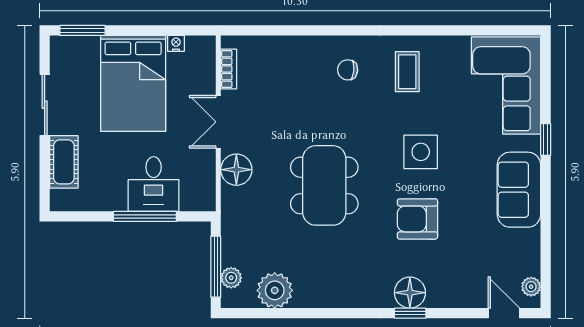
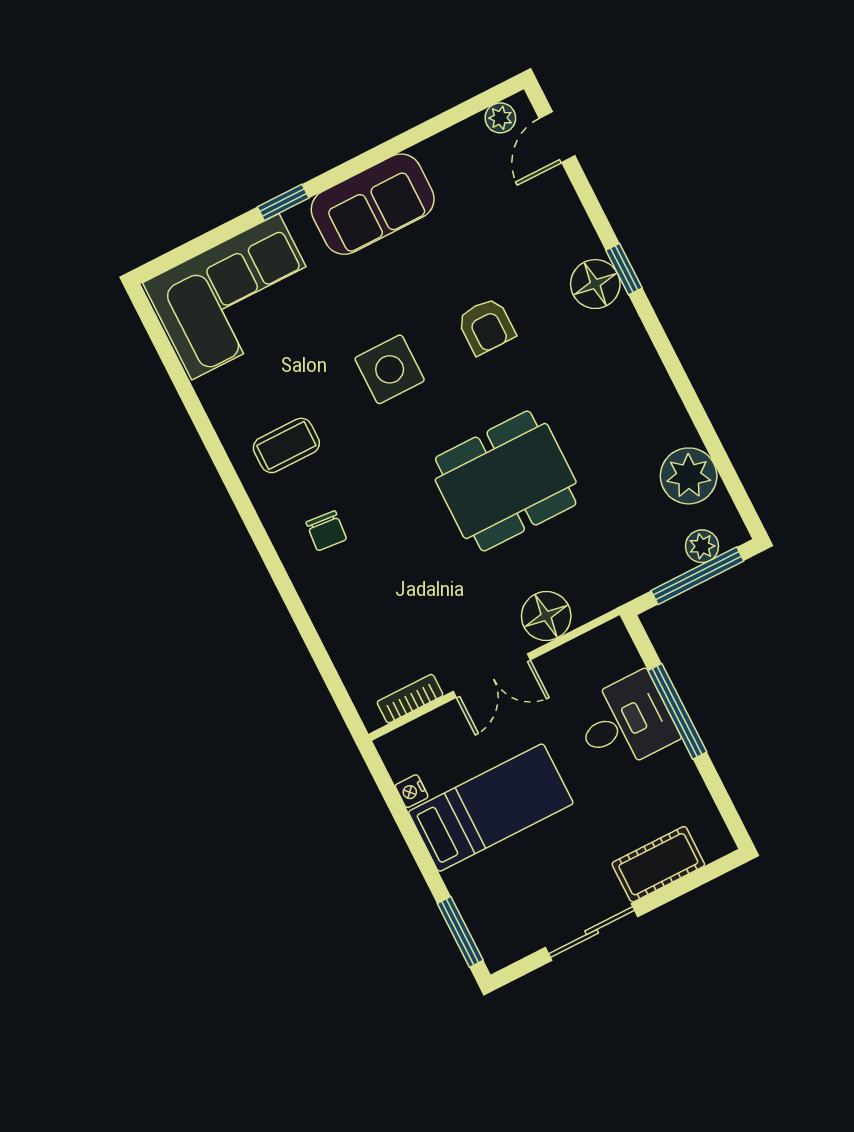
bed: (133, 83) -> (491, 808), width x0.67
armchair: (417, 219) -> (486, 326), width x0.72, depth x0.72

